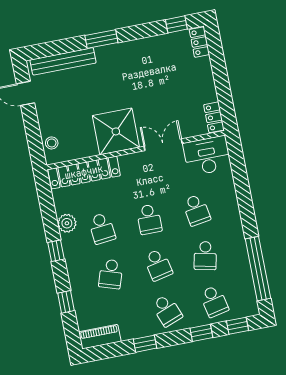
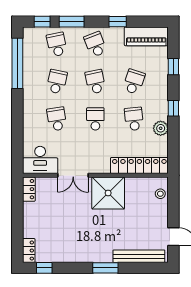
window: (201, 333) -> (72, 22), width x1.50
piano: (100, 337) -> (146, 36), width x1.37, depth x1.33

